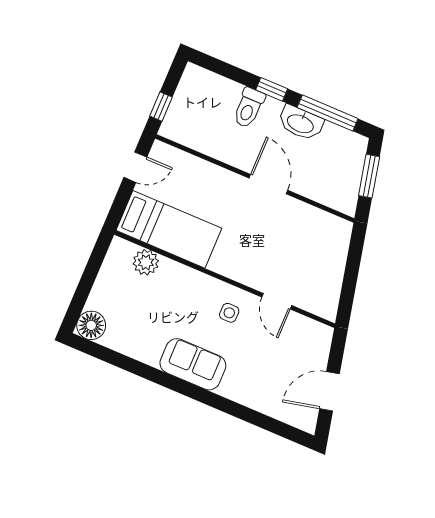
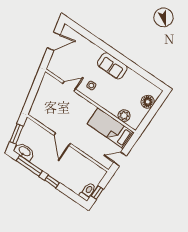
window: (161, 107) -> (97, 192), moved
toilet: (249, 108) -> (88, 191), moved
washbasin: (301, 123) -> (24, 152), moved
door: (277, 301) -> (69, 86), hinge flipped
floor lamp: (91, 325) -> (148, 102), moved

